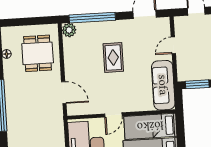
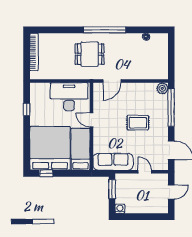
dining table: (38, 53) -> (90, 54), moved

